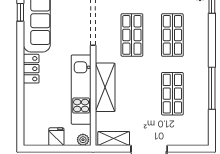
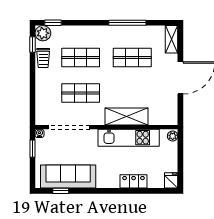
locker: (31, 69) -> (134, 181), moved
fridge: (56, 137) -> (171, 180), moved, turned 90
shelving: (114, 138) -> (172, 39), moved

